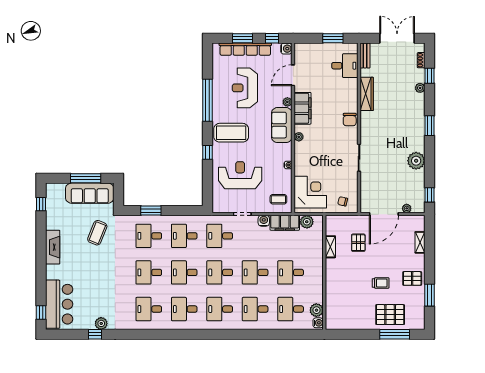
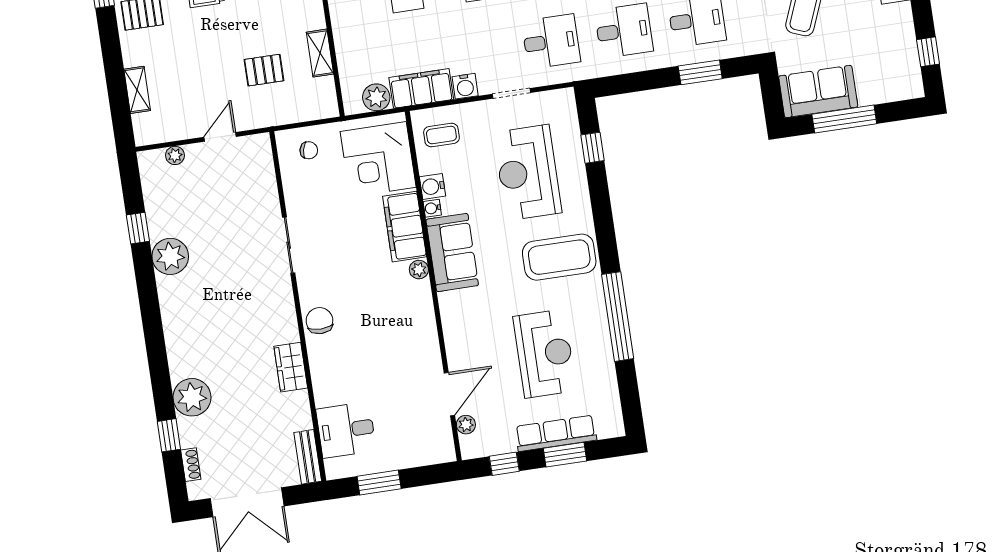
row of seats: (245, 49) -> (556, 433), width x0.73
water cooler: (286, 49) -> (432, 186), moved
plant: (420, 88) -> (192, 397), width x1.88, depth x1.88
wardrobe: (367, 94) -> (291, 367), width x0.67
plant: (287, 102) -> (466, 425), moved
filing cabinet: (303, 108) -> (405, 227), moved
sofa: (282, 125) -> (452, 252), moved
window: (430, 126) -> (153, 333), removed
window: (208, 152) -> (592, 148), moved
reception desk: (240, 175) -> (528, 173), turned 90
sofa: (90, 193) -> (818, 91), width x0.73
window: (430, 195) -> (138, 228), moved
door: (384, 214) -> (220, 137), width x0.53
pallet: (358, 243) -> (264, 70), turned 90

